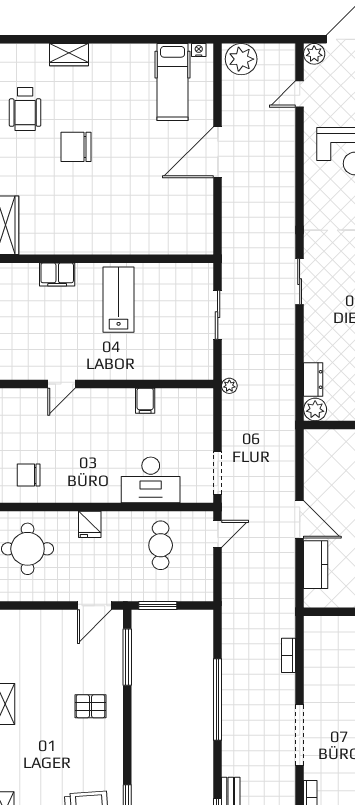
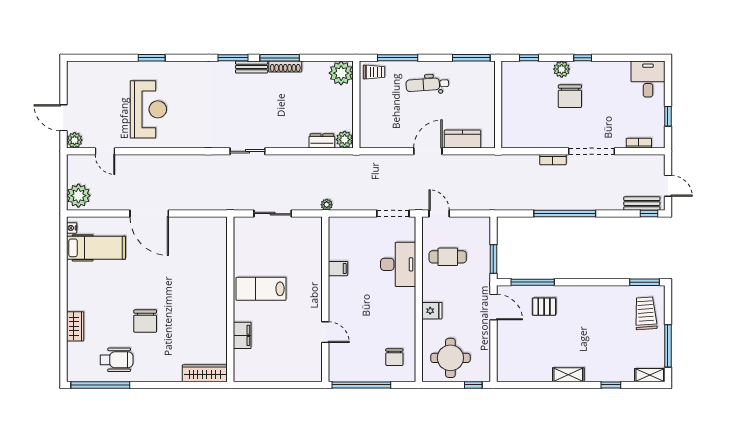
bookcase: (289, 655) -> (553, 160), moved
pallet: (91, 706) -> (544, 307), moved, turned 90

